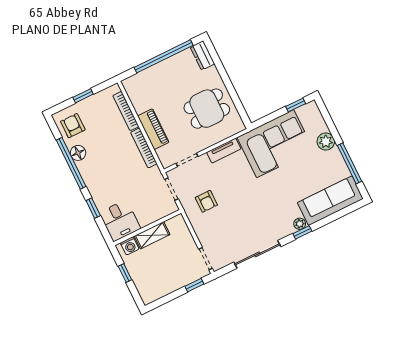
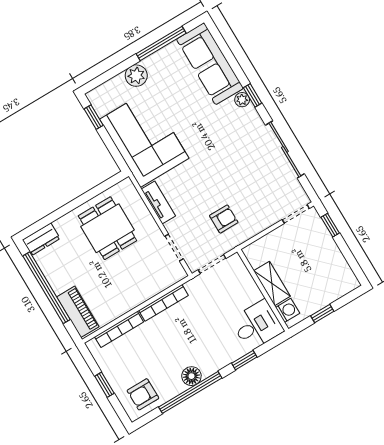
piano: (153, 129) -> (78, 312), moved, turned 90
floor lamp: (78, 153) -> (191, 376), moved

